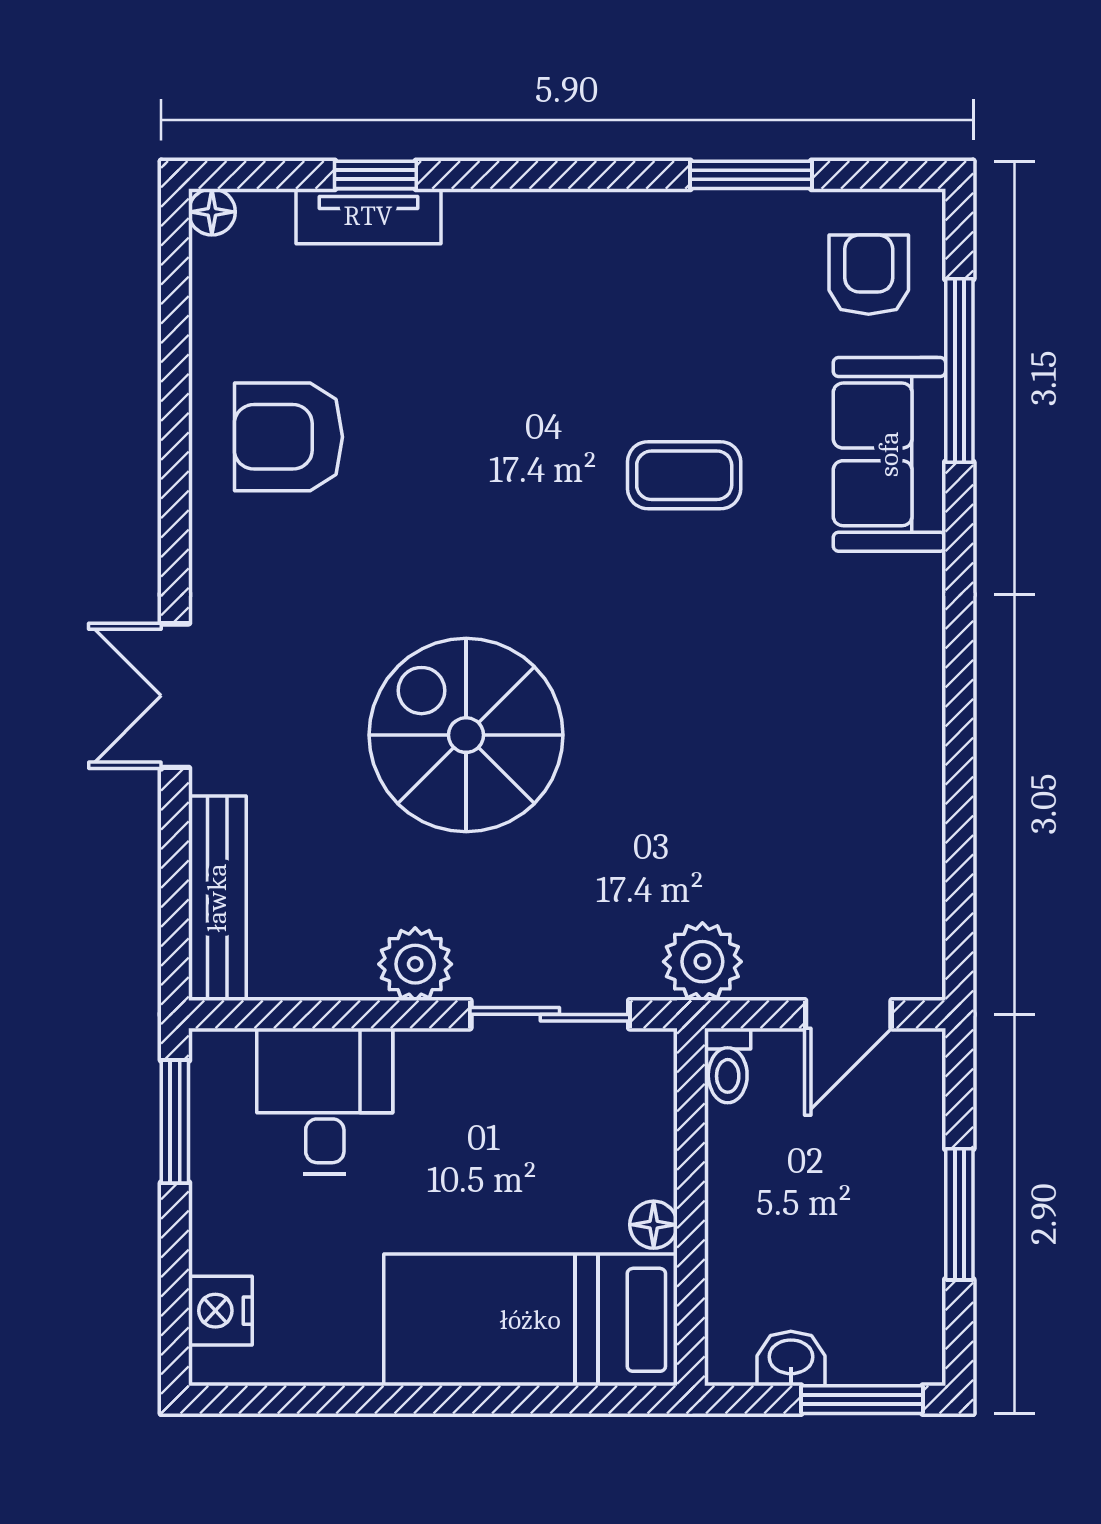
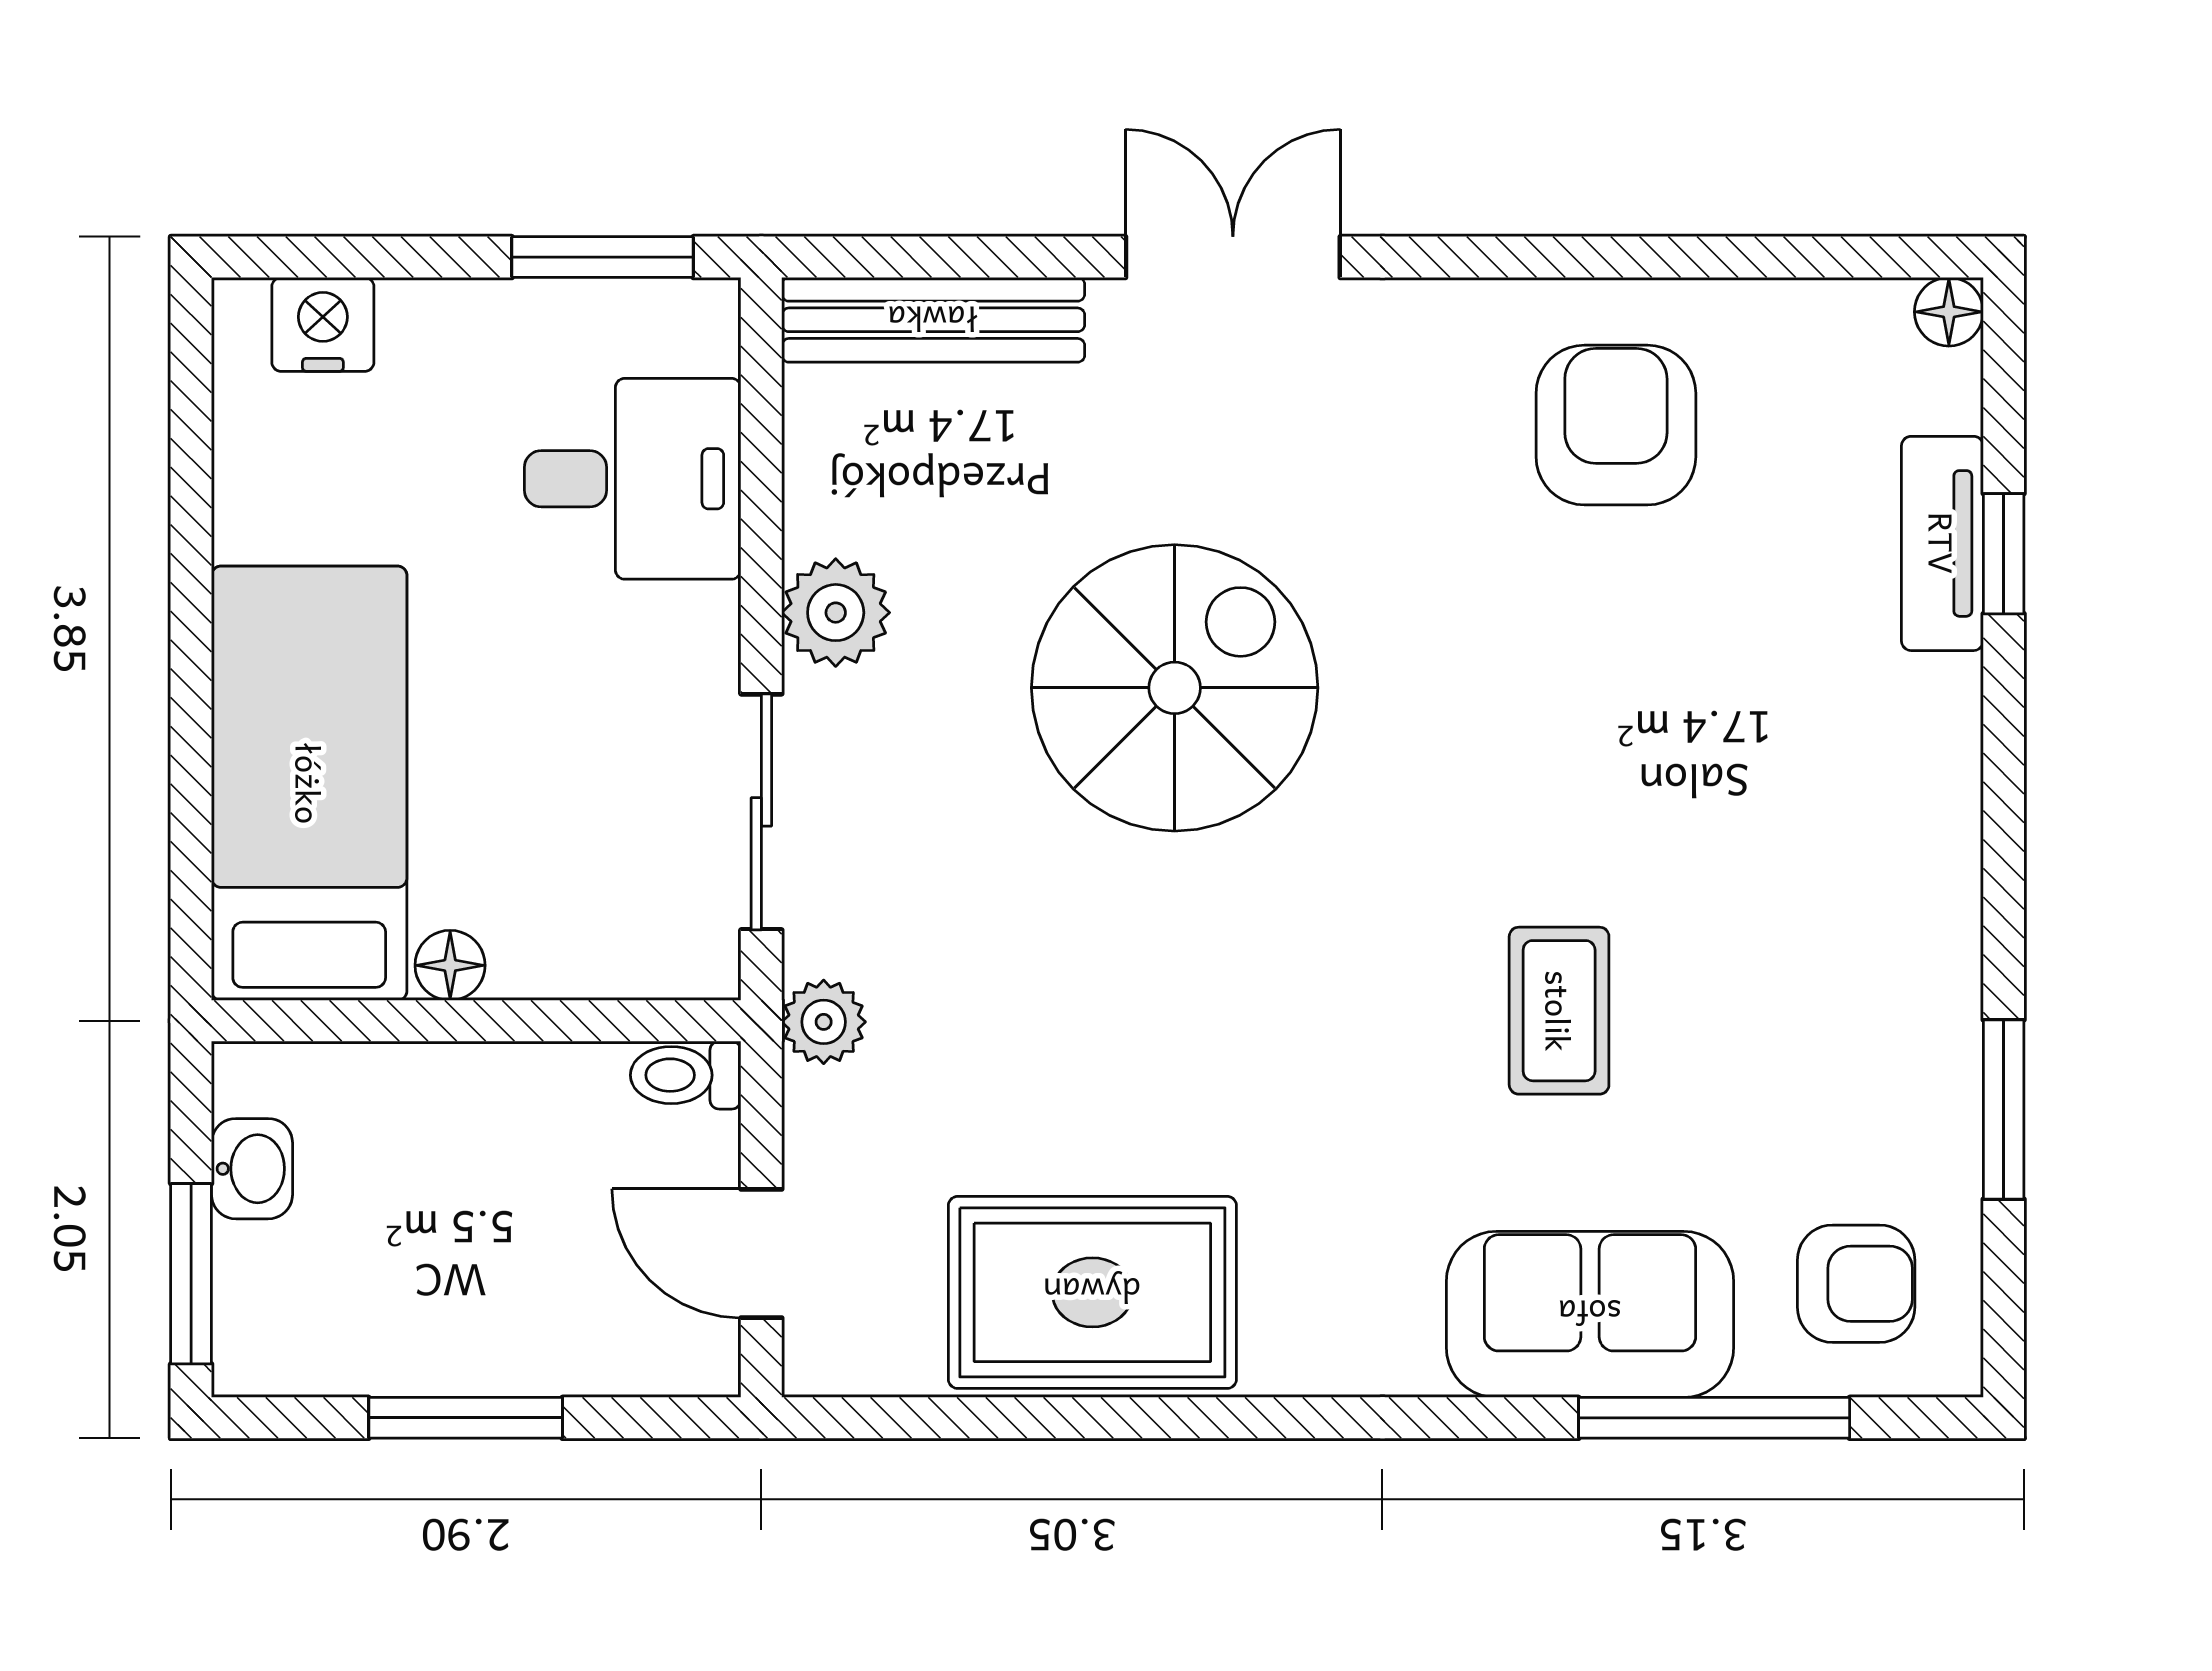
rug: (875, 791) -> (1092, 1292), added
plant: (702, 962) -> (824, 1022), width x0.73, depth x0.73

